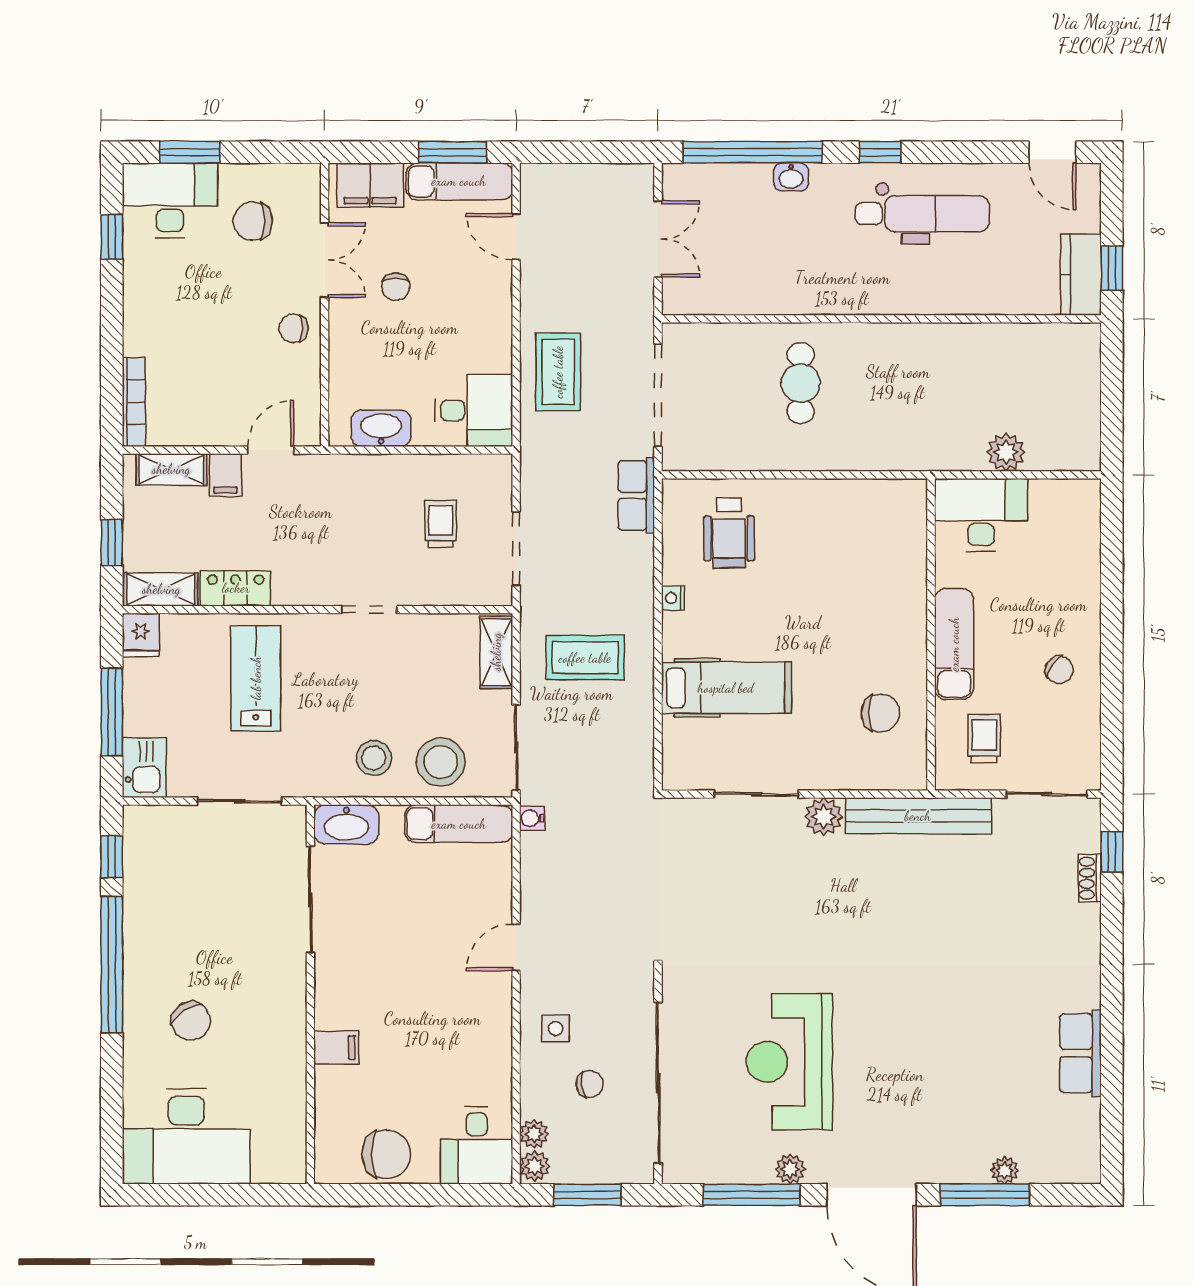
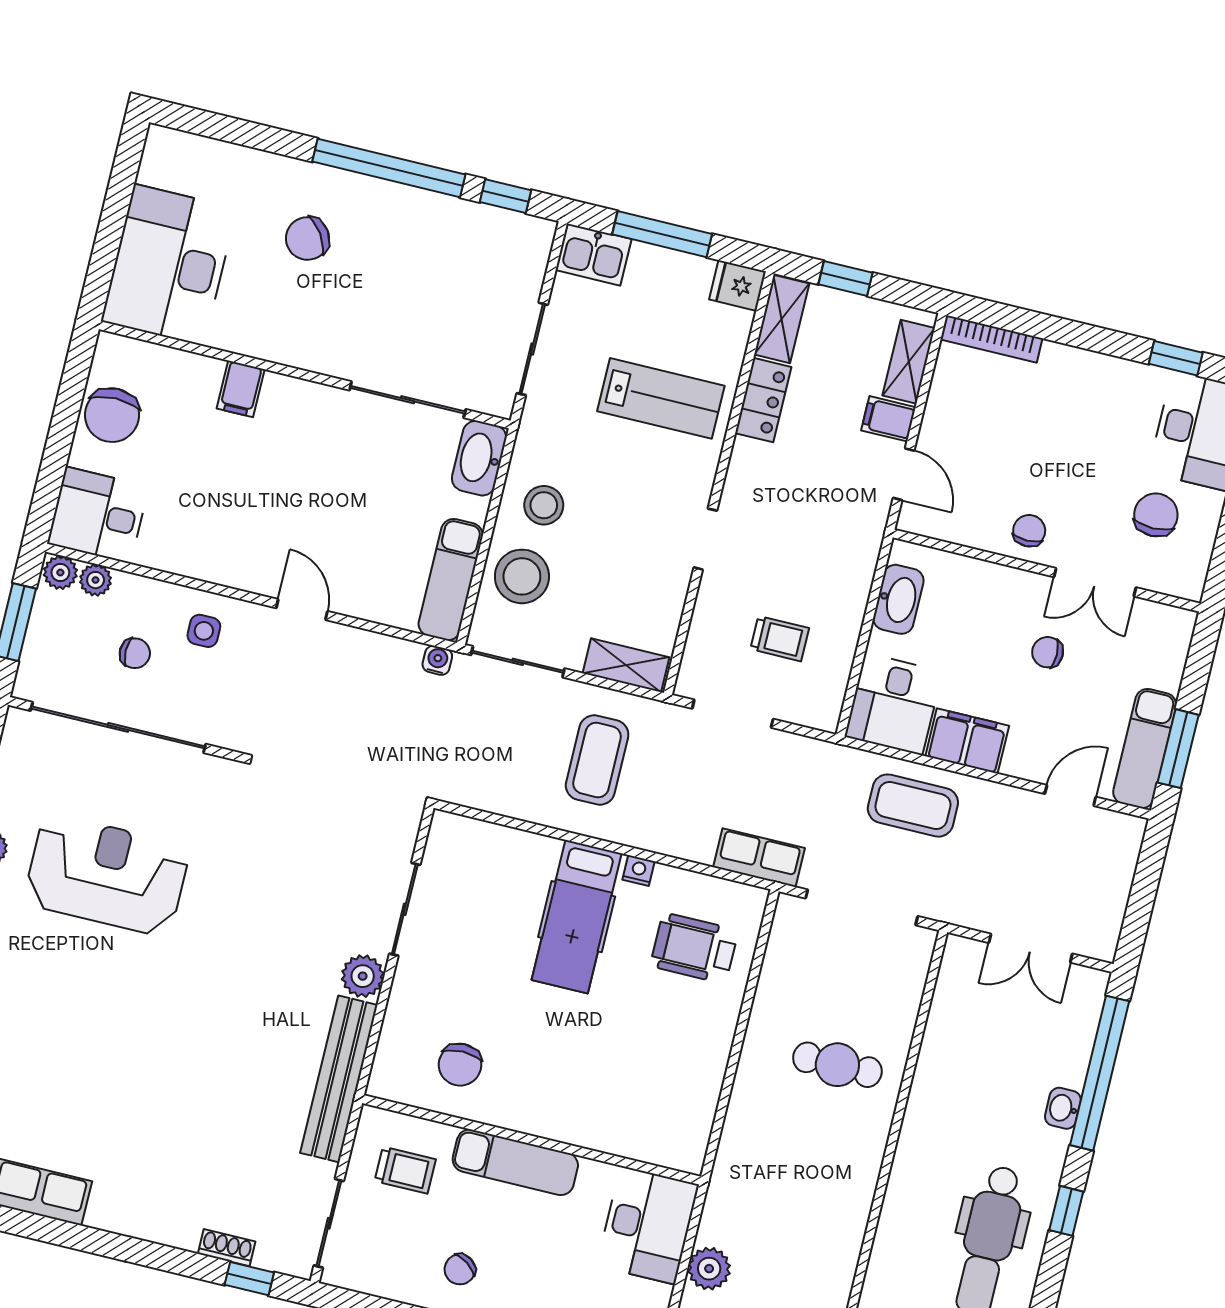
filing cabinet: (370, 185) -> (967, 741), moved, turned 90
hospital bed: (726, 688) -> (577, 917), moved
chair: (590, 1084) -> (135, 653), turned -83
desk: (186, 1136) -> (169, 265), moved

